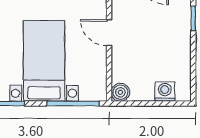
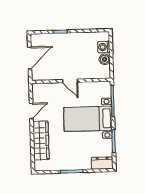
door: (109, 33) -> (70, 81), hinge flipped
boiler: (120, 92) -> (105, 59), moved

